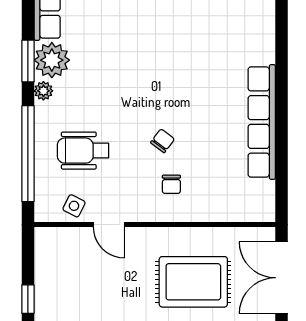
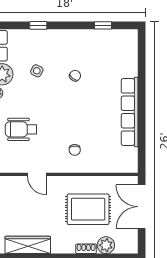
chair: (163, 141) -> (75, 76), moved
side table: (74, 206) -> (37, 71), moved

